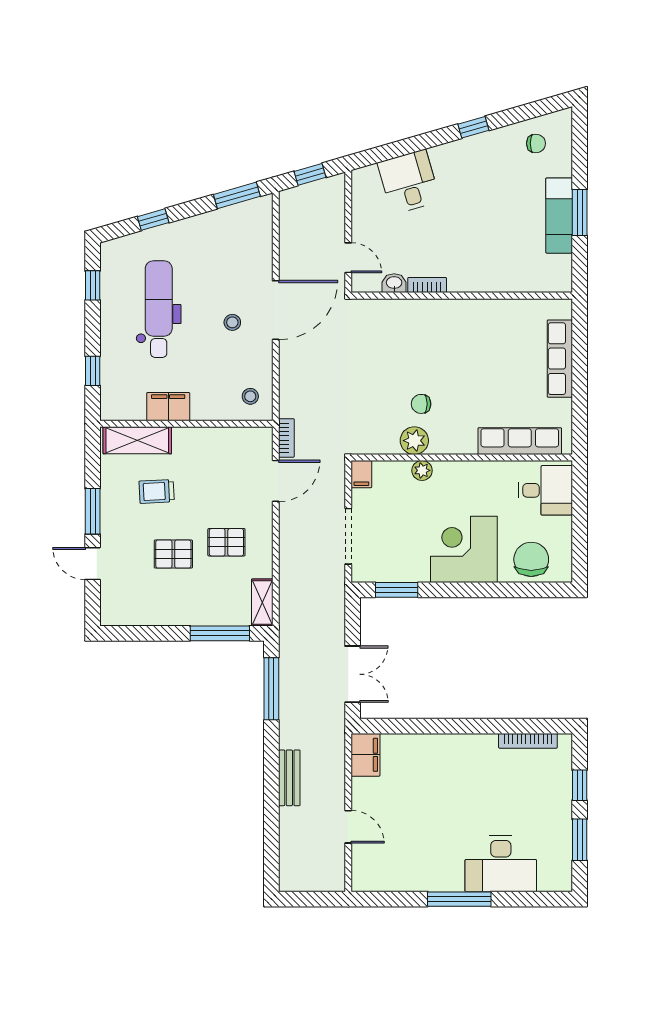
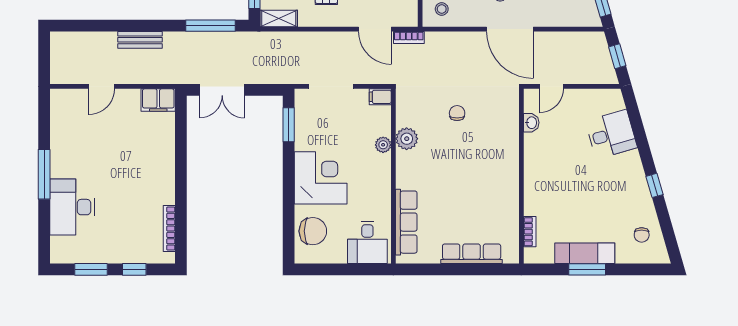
bookcase: (427, 285) -> (530, 232), moved
chair: (421, 404) -> (457, 113), moved

